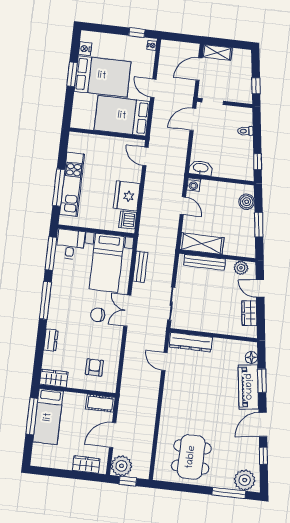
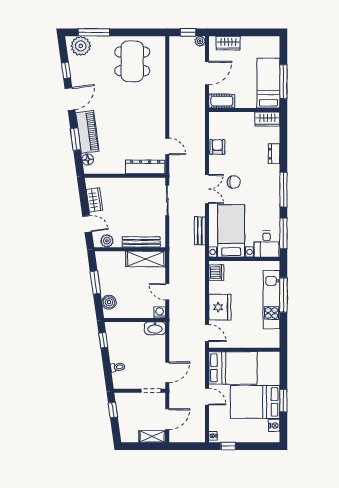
fridge: (127, 196) -> (220, 307), moved
armchair: (94, 367) -> (217, 147), moved, turned 180
plant: (121, 466) -> (200, 41), width x0.53, depth x0.53

